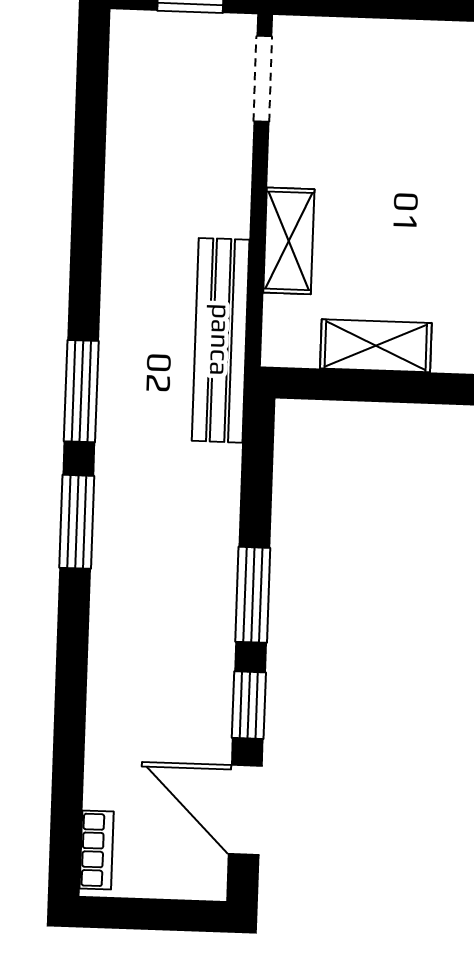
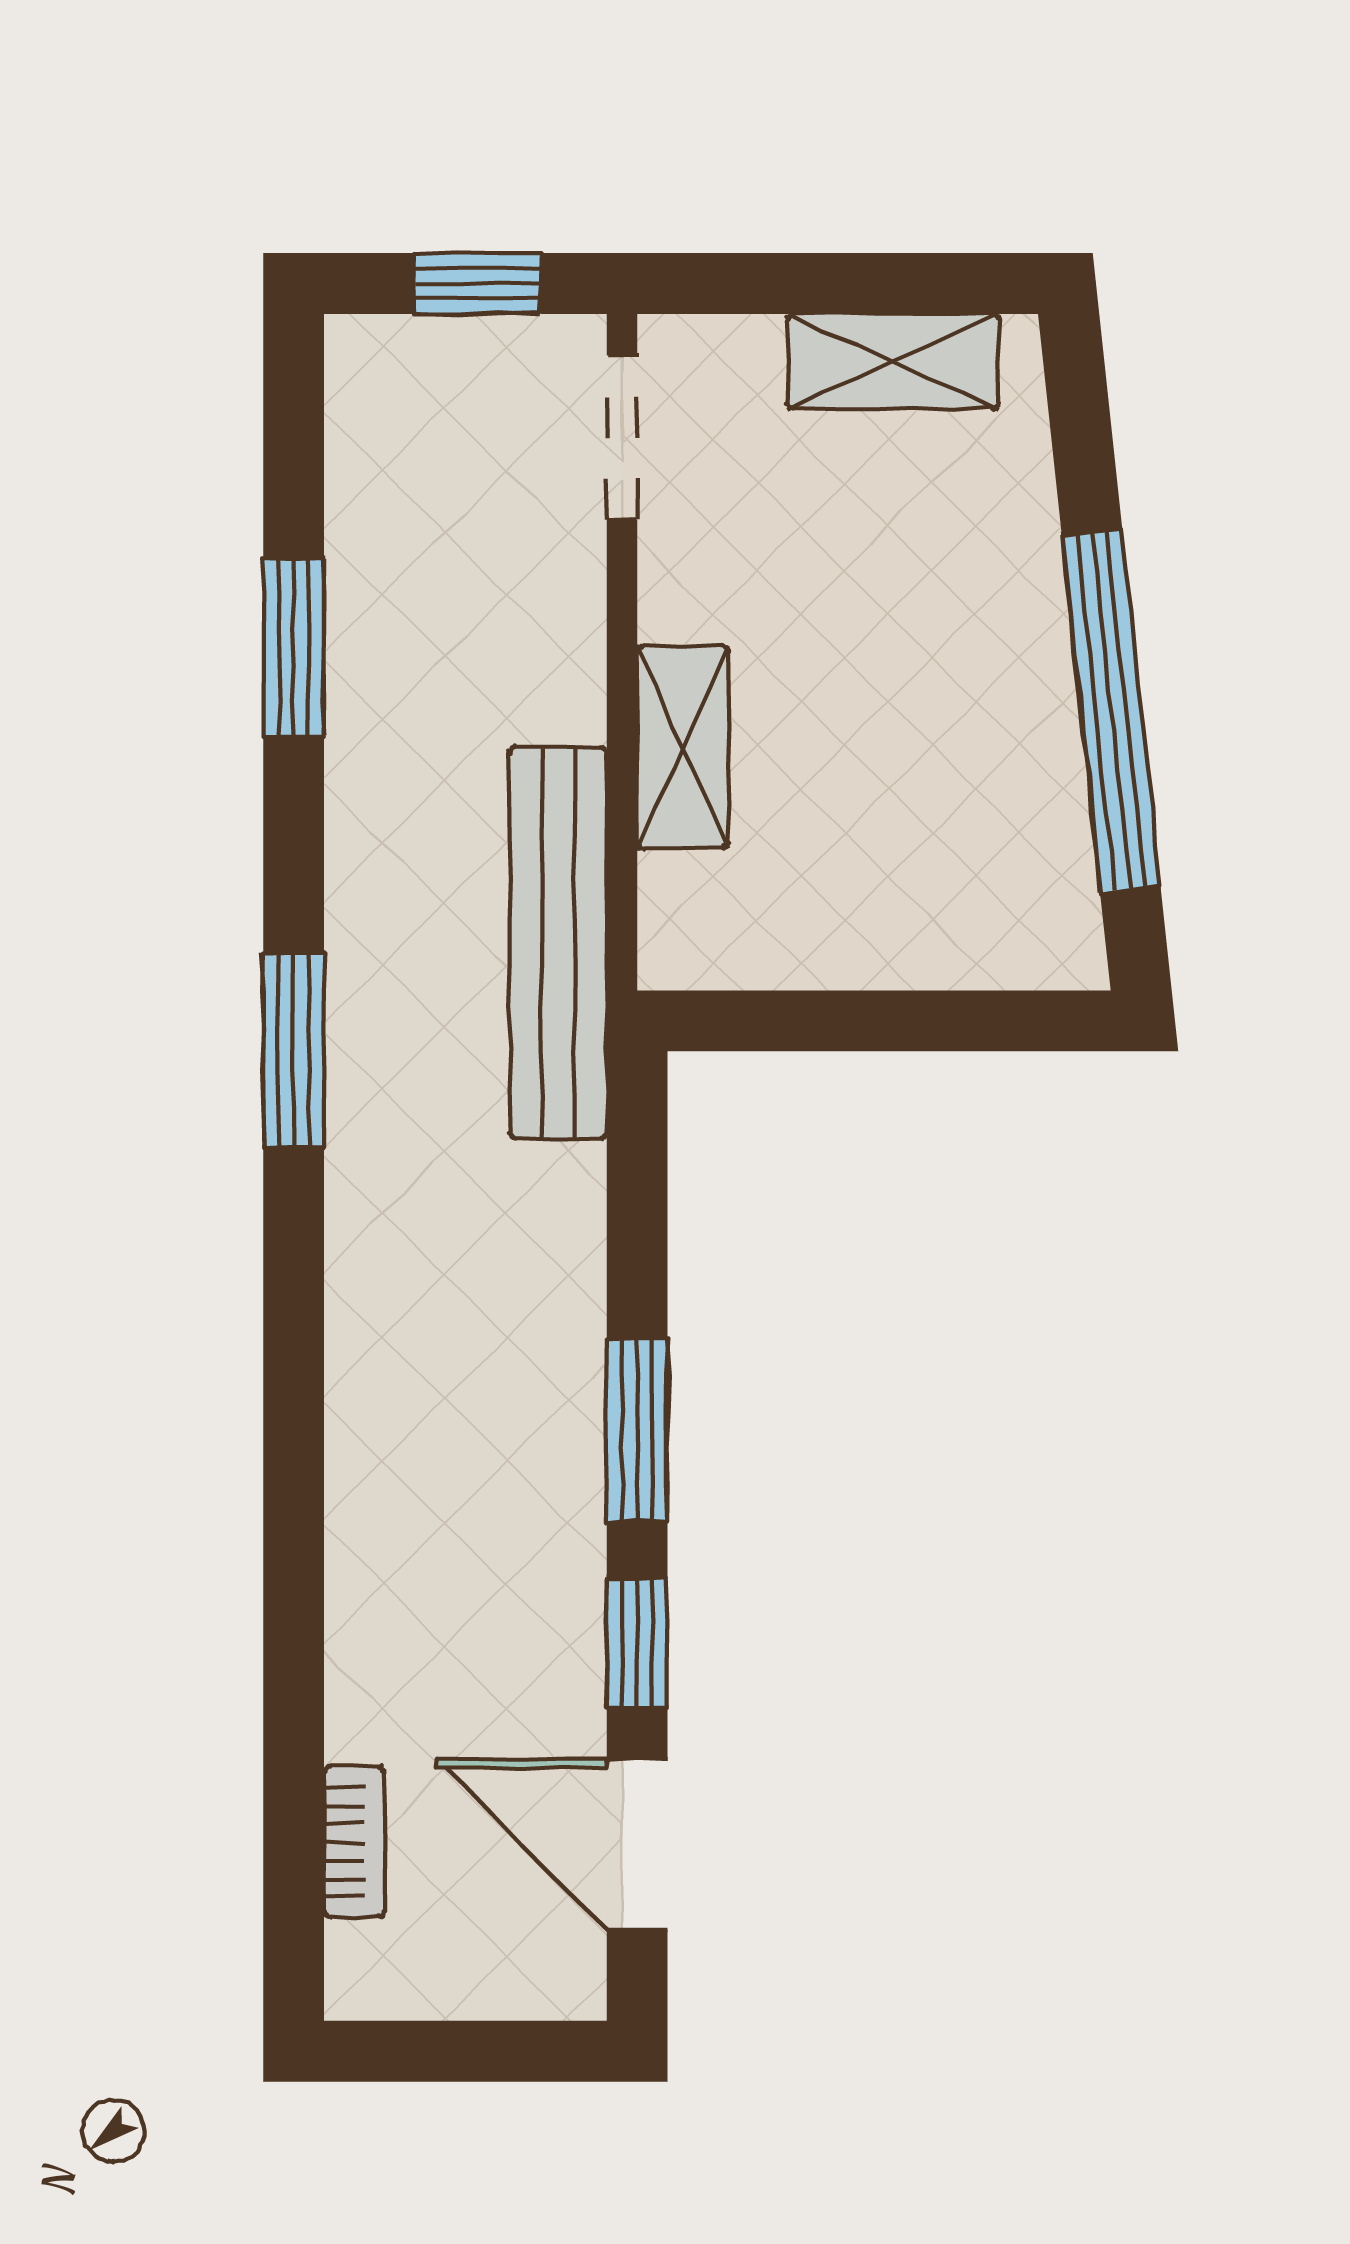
shelving: (376, 346) -> (893, 361), moved
window: (77, 522) -> (294, 647), moved
bookcase: (97, 850) -> (354, 1842), moved

